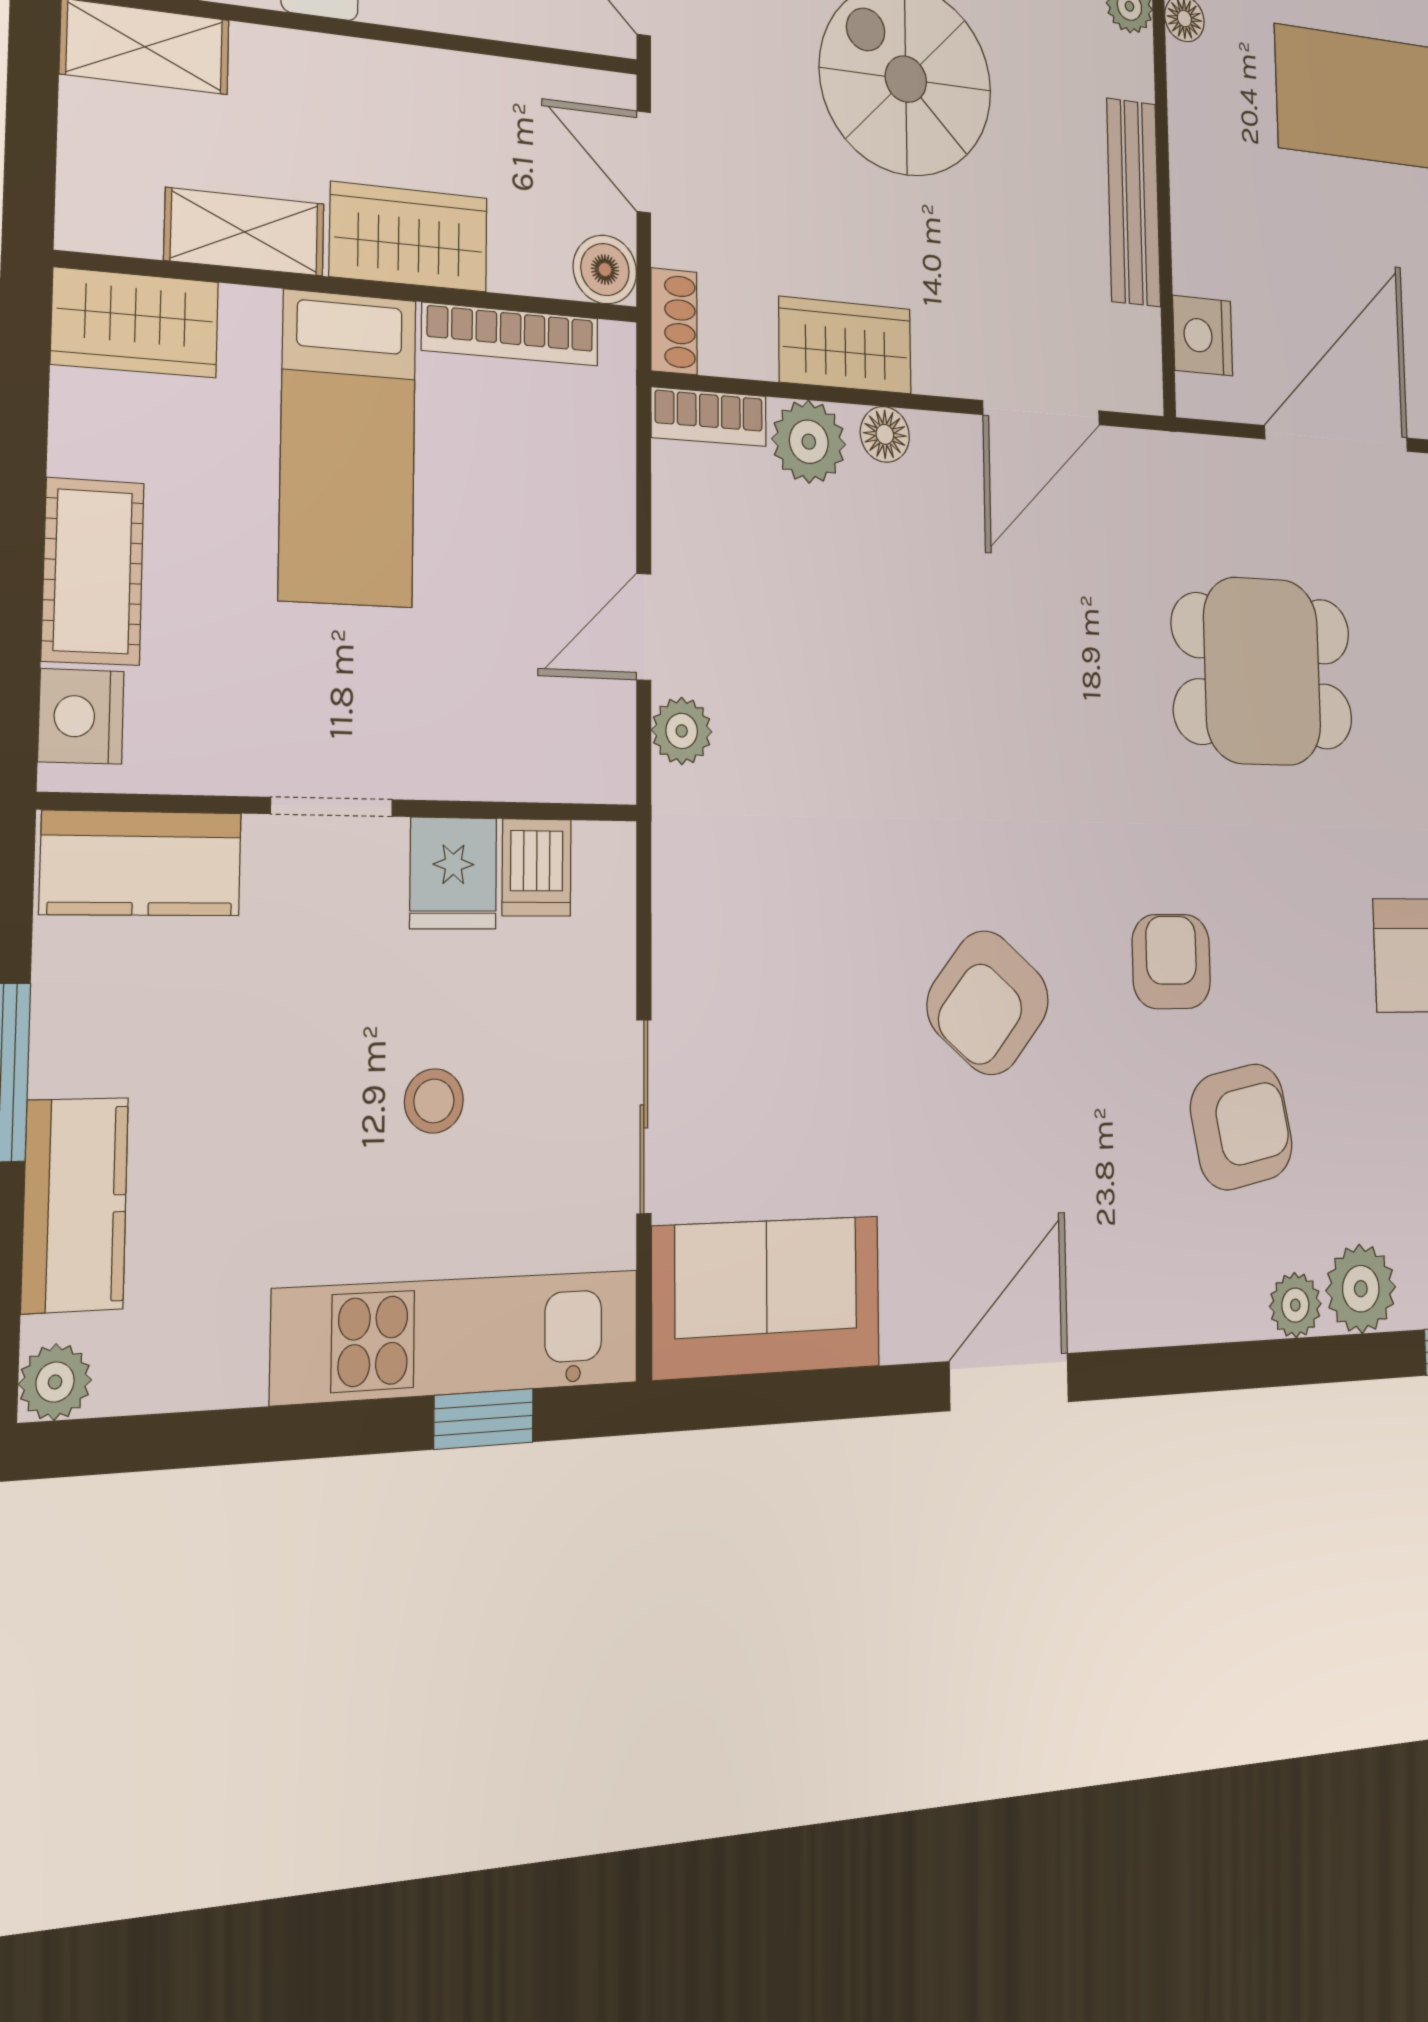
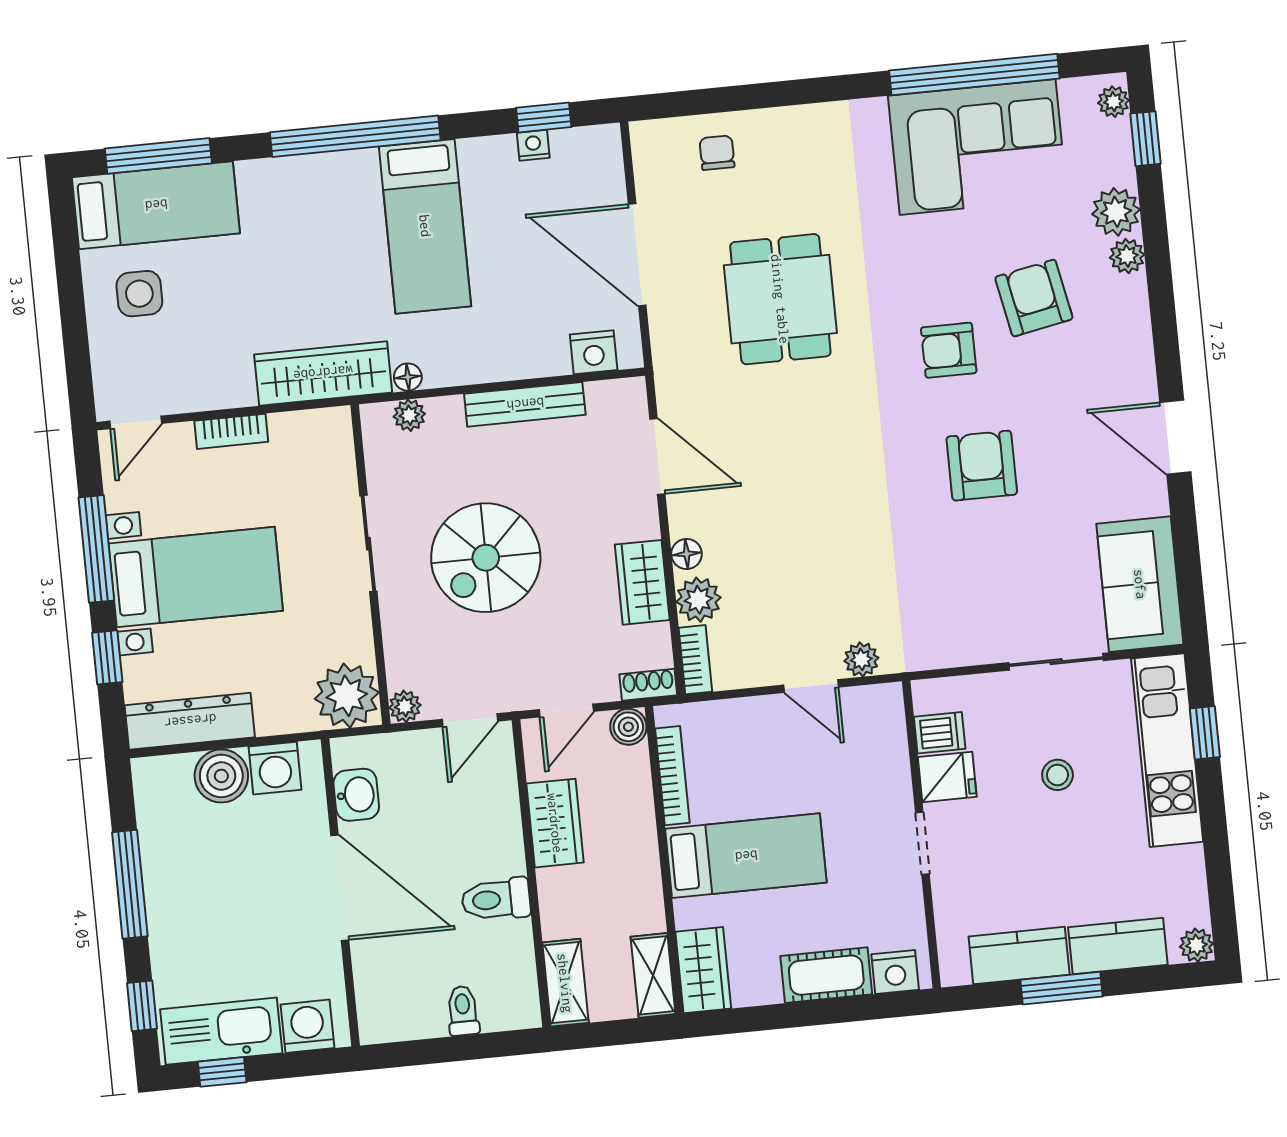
shelving: (245, 232) -> (653, 975), moved
wardrobe: (409, 237) -> (555, 823), moved, turned 180
kitchen counter: (141, 863) -> (1019, 956), moved, turned -90
armchair: (988, 1003) -> (982, 466), turned -130

